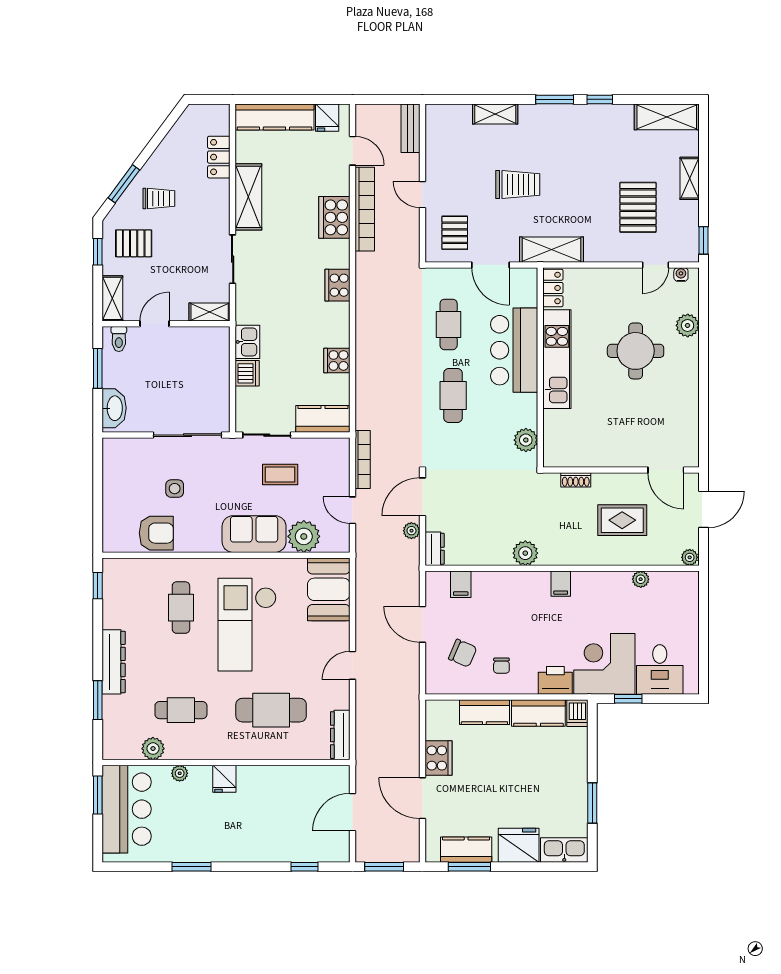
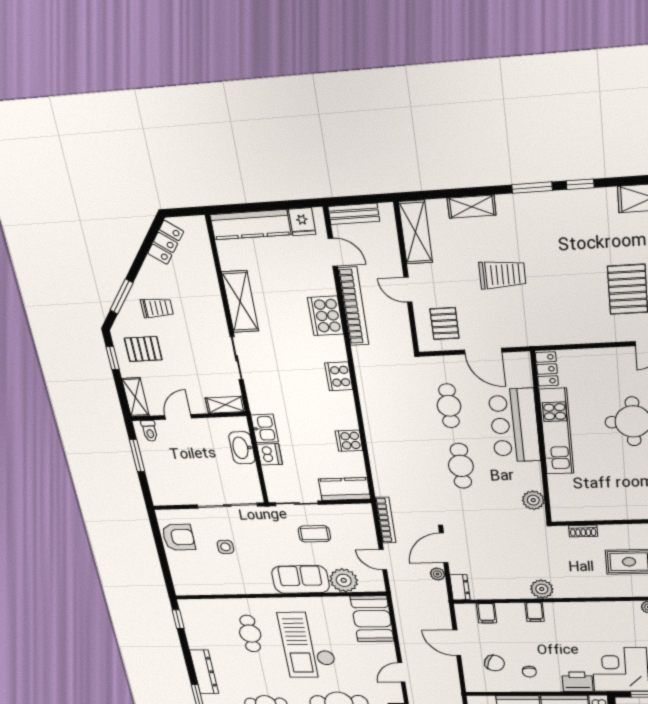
bench: (410, 128) -> (354, 214), moved, turned 90
locker: (219, 157) -> (166, 242), moved, turned -143
shelving: (551, 250) -> (416, 232), moved, turned 90
washbasin: (114, 408) -> (242, 448), moved, turned 180
armchair: (156, 533) -> (179, 537), moved
filing cabinet: (561, 584) -> (535, 612), moved

